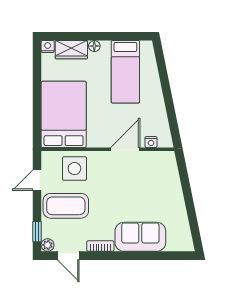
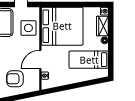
bed: (64, 114) -> (62, 26), width x1.36
door: (125, 149) -> (40, 60), swing flipped
armchair: (156, 190) -> (15, 79), added

